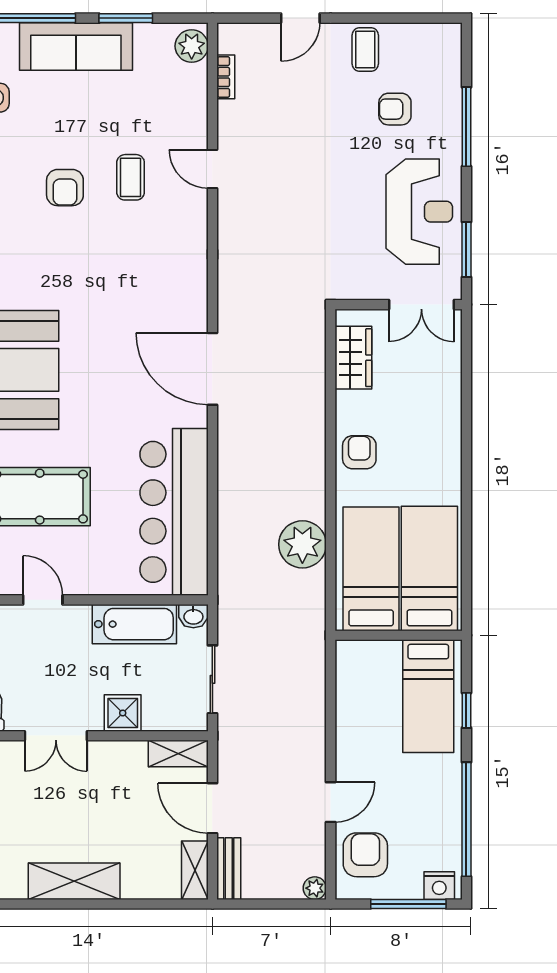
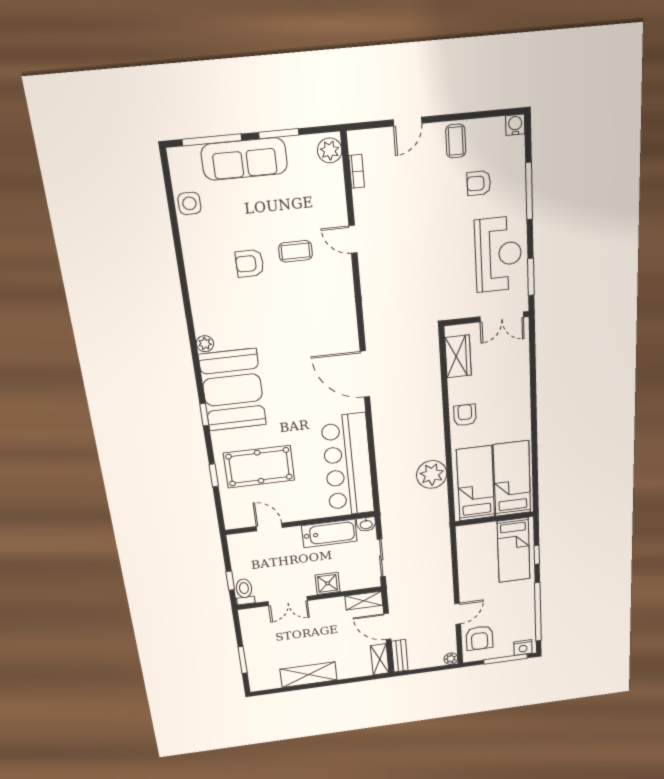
water cooler: (449, 36) -> (515, 125), added
coffee table: (131, 177) -> (295, 251), turned 90
armchair: (65, 188) -> (250, 263), turned 90
armchair: (365, 855) -> (479, 638), turned 180

